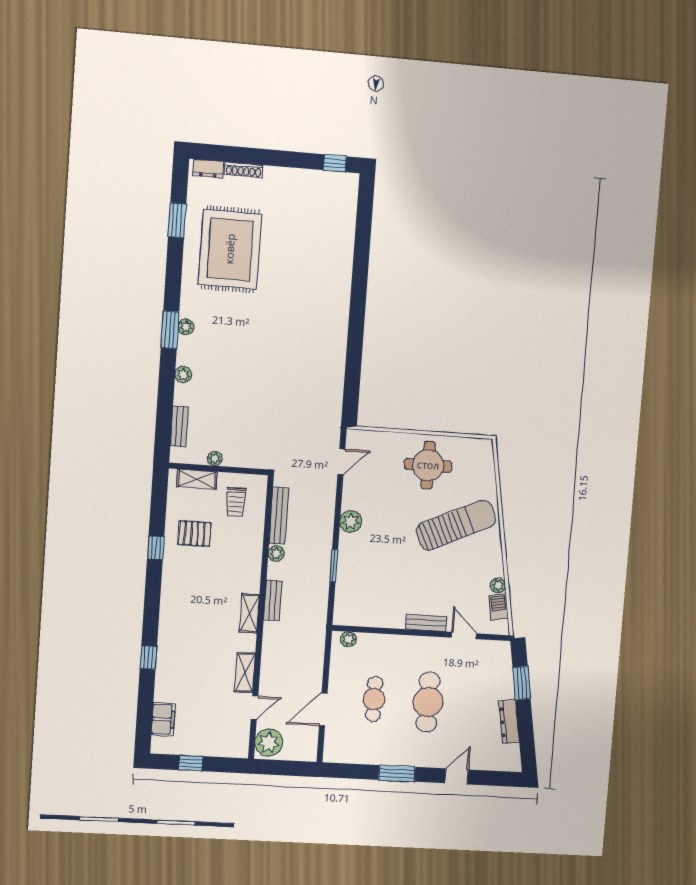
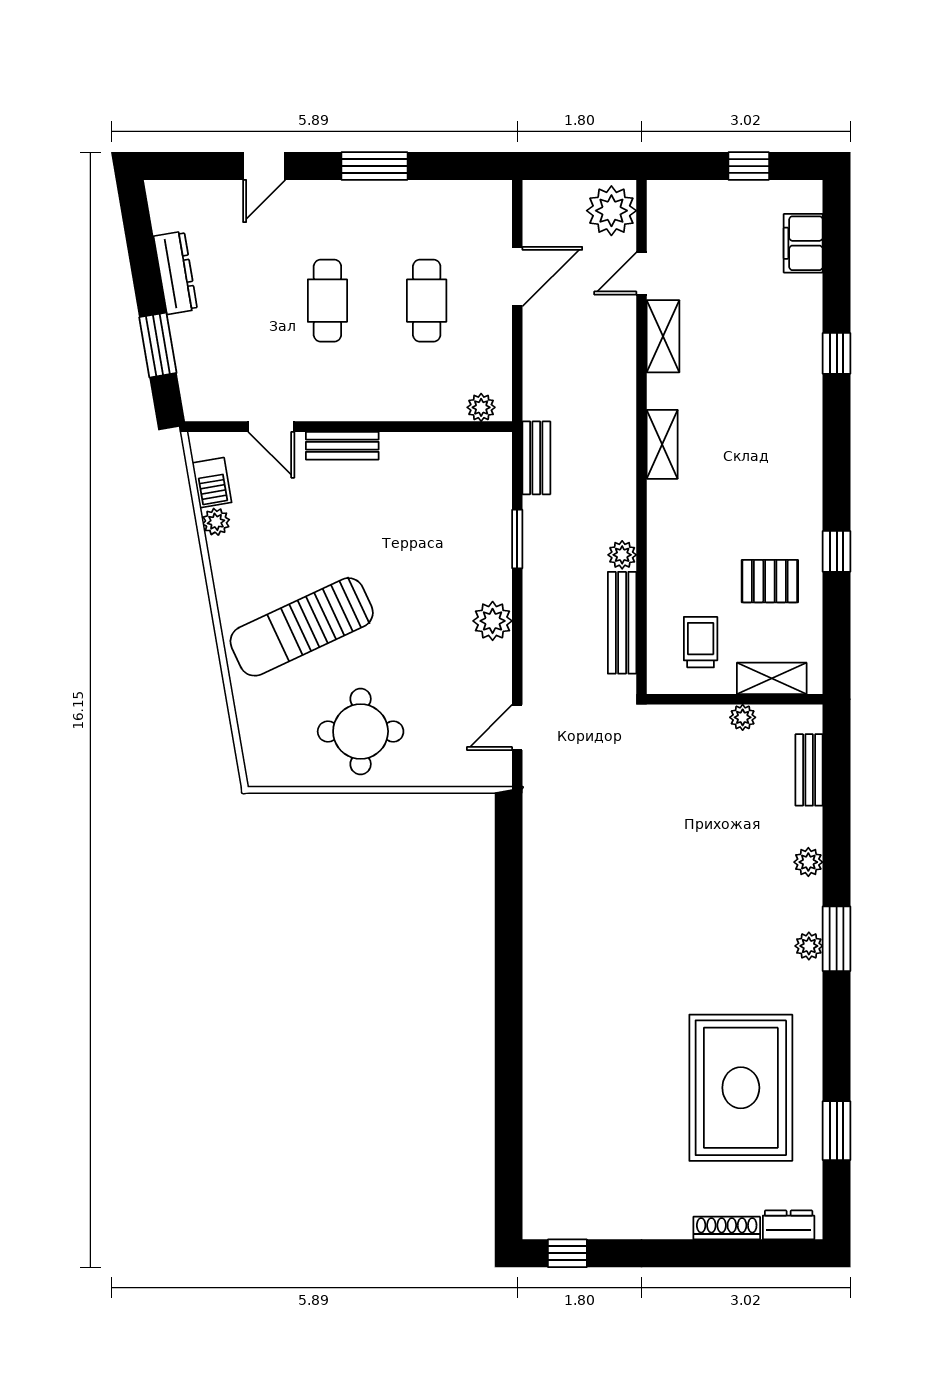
bench: (273, 600) -> (536, 458), moved
cafe table: (428, 702) -> (327, 301), width x0.73, depth x0.74

